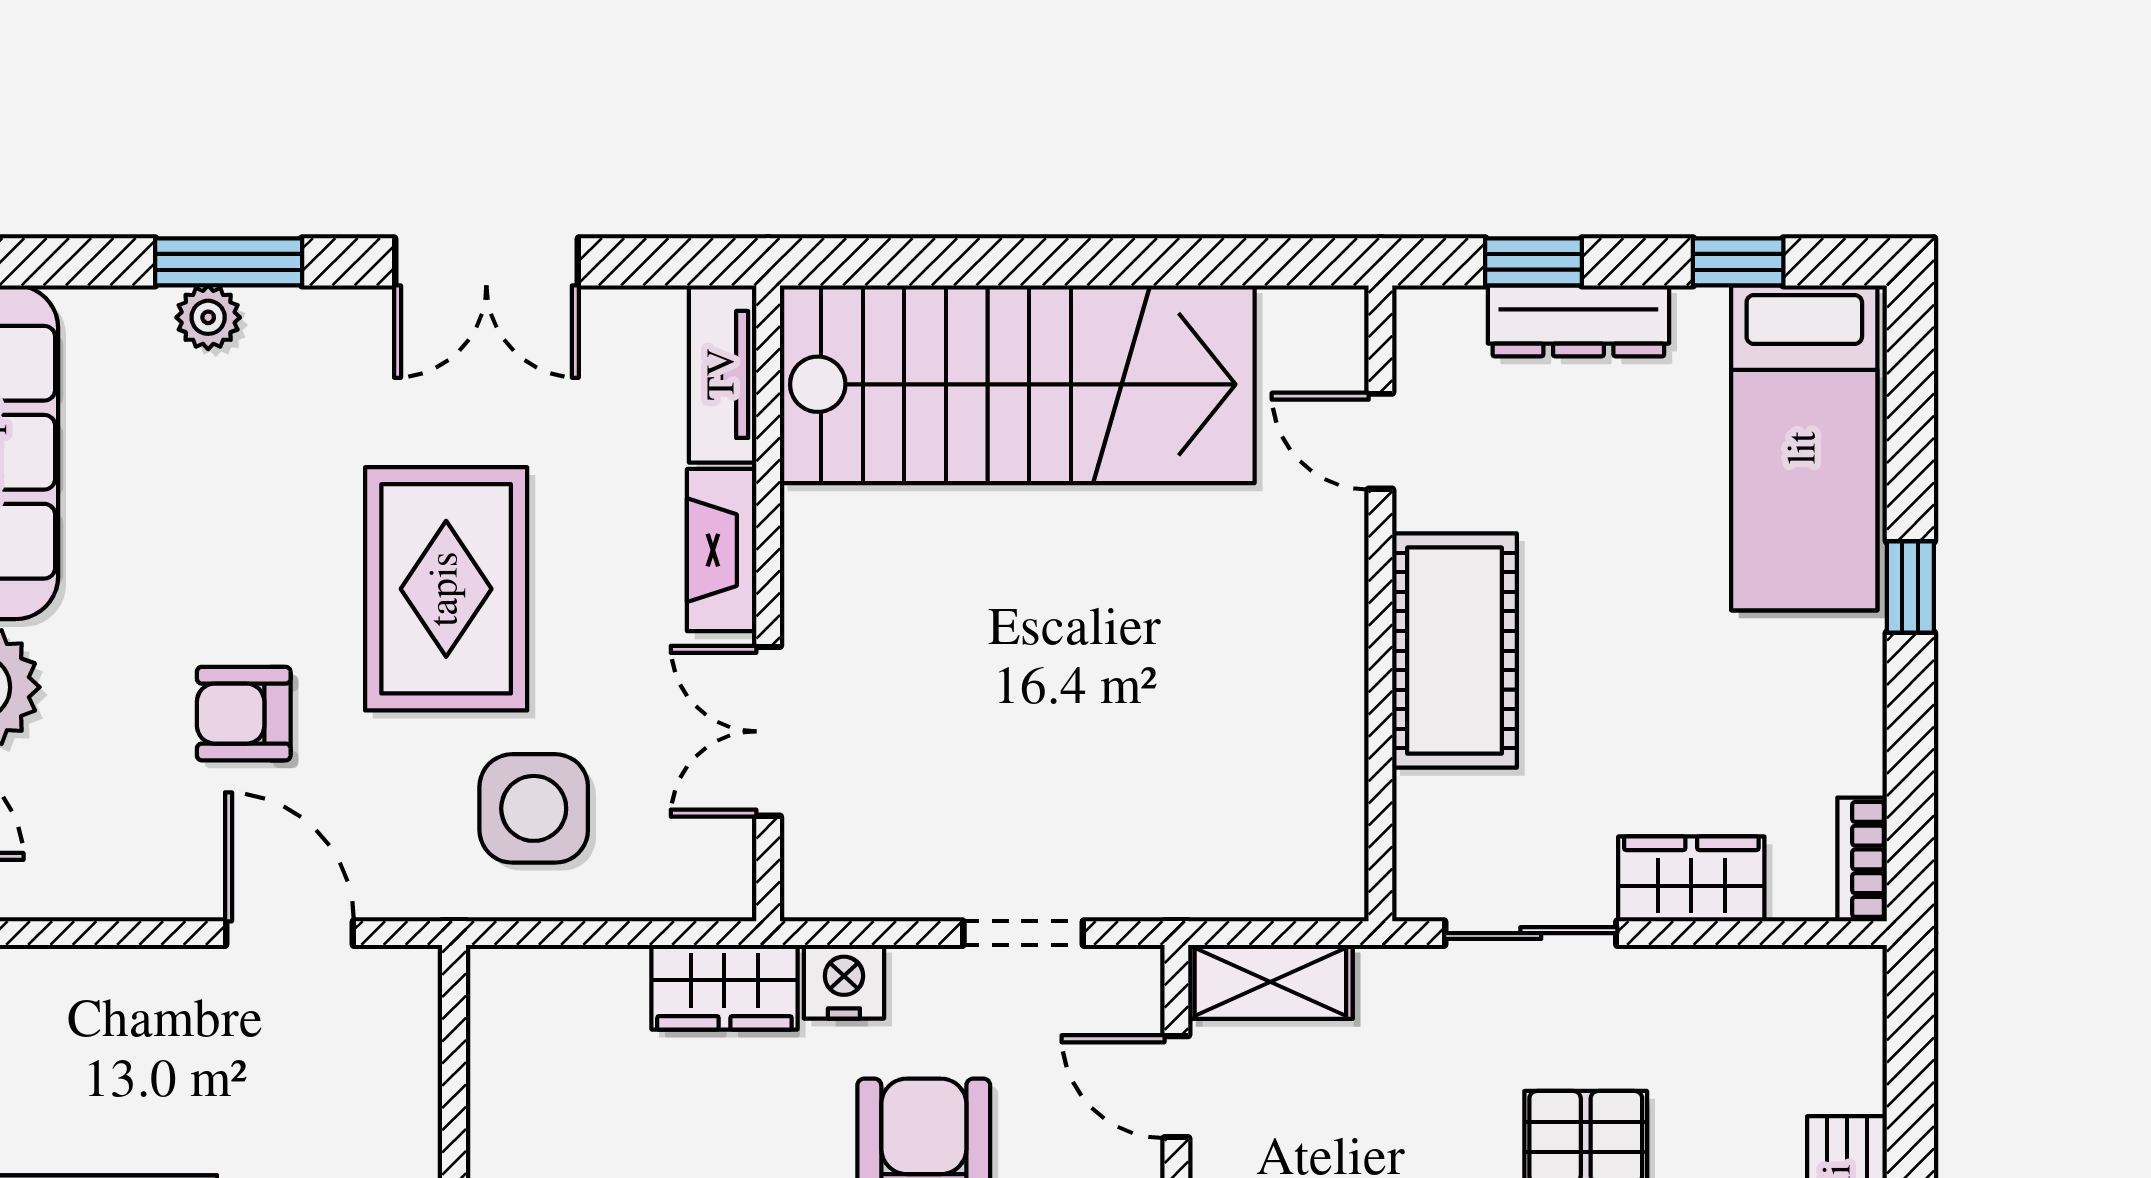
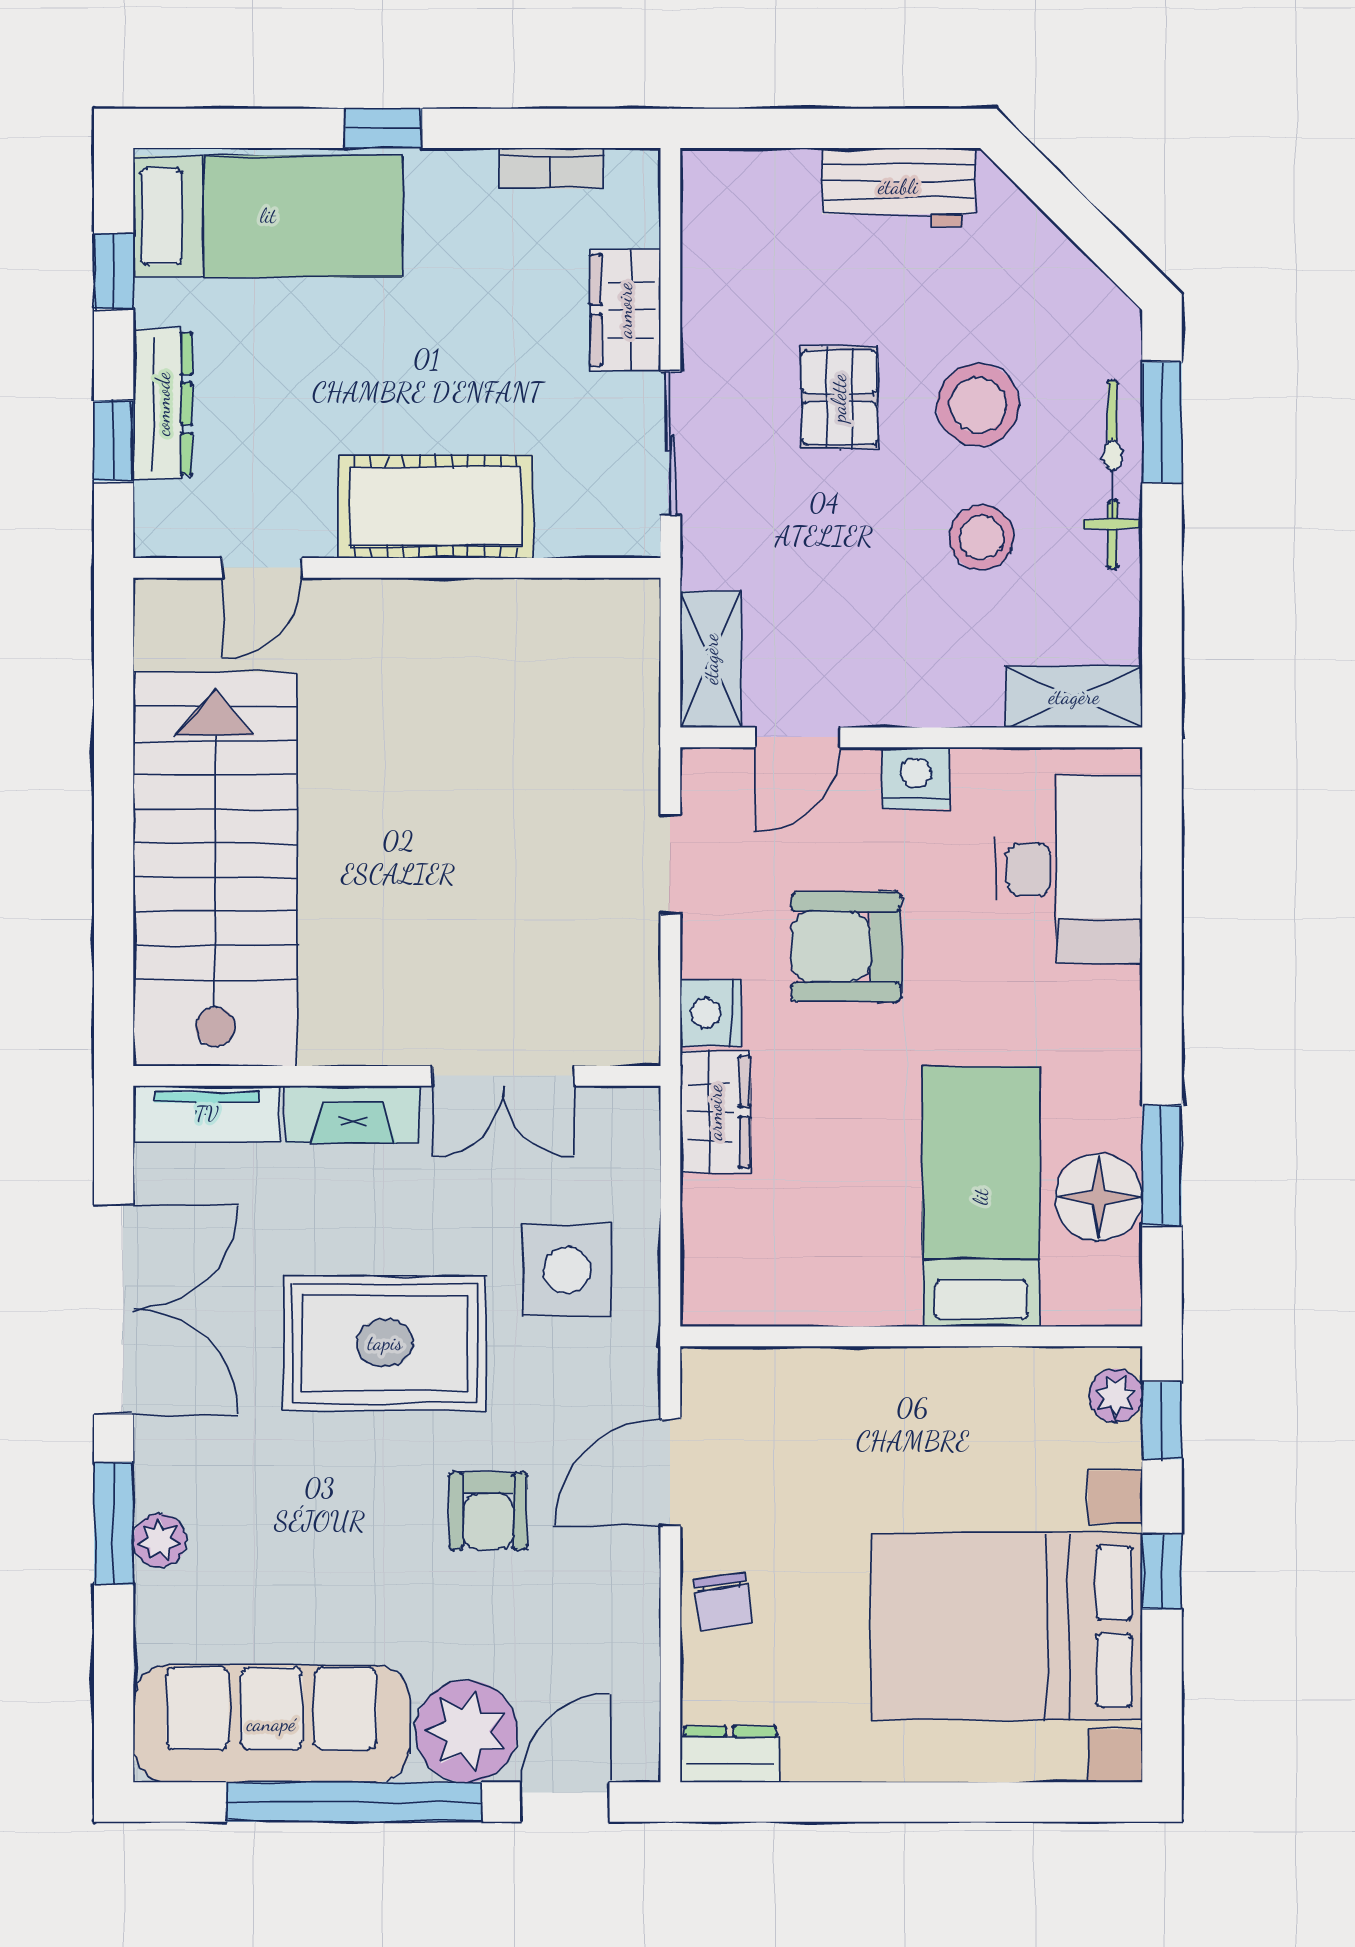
double door: (486, 262) -> (114, 1309), width x1.37
bookcase: (1862, 859) -> (551, 168), moved
chair: (134, 997) -> (723, 1602), added

